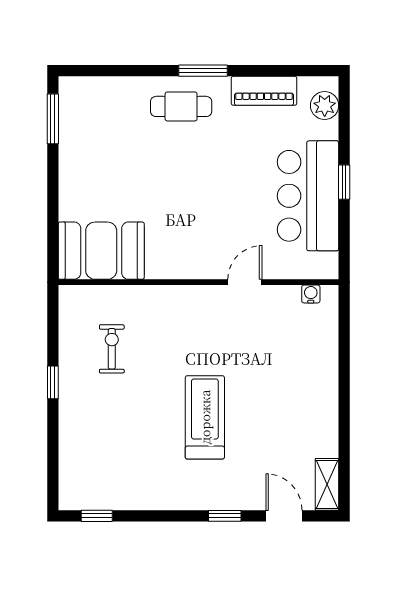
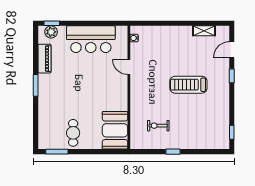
cafe table: (181, 106) -> (73, 133), moved
window: (344, 182) -> (52, 23), moved
shelving: (327, 484) -> (204, 31), moved

